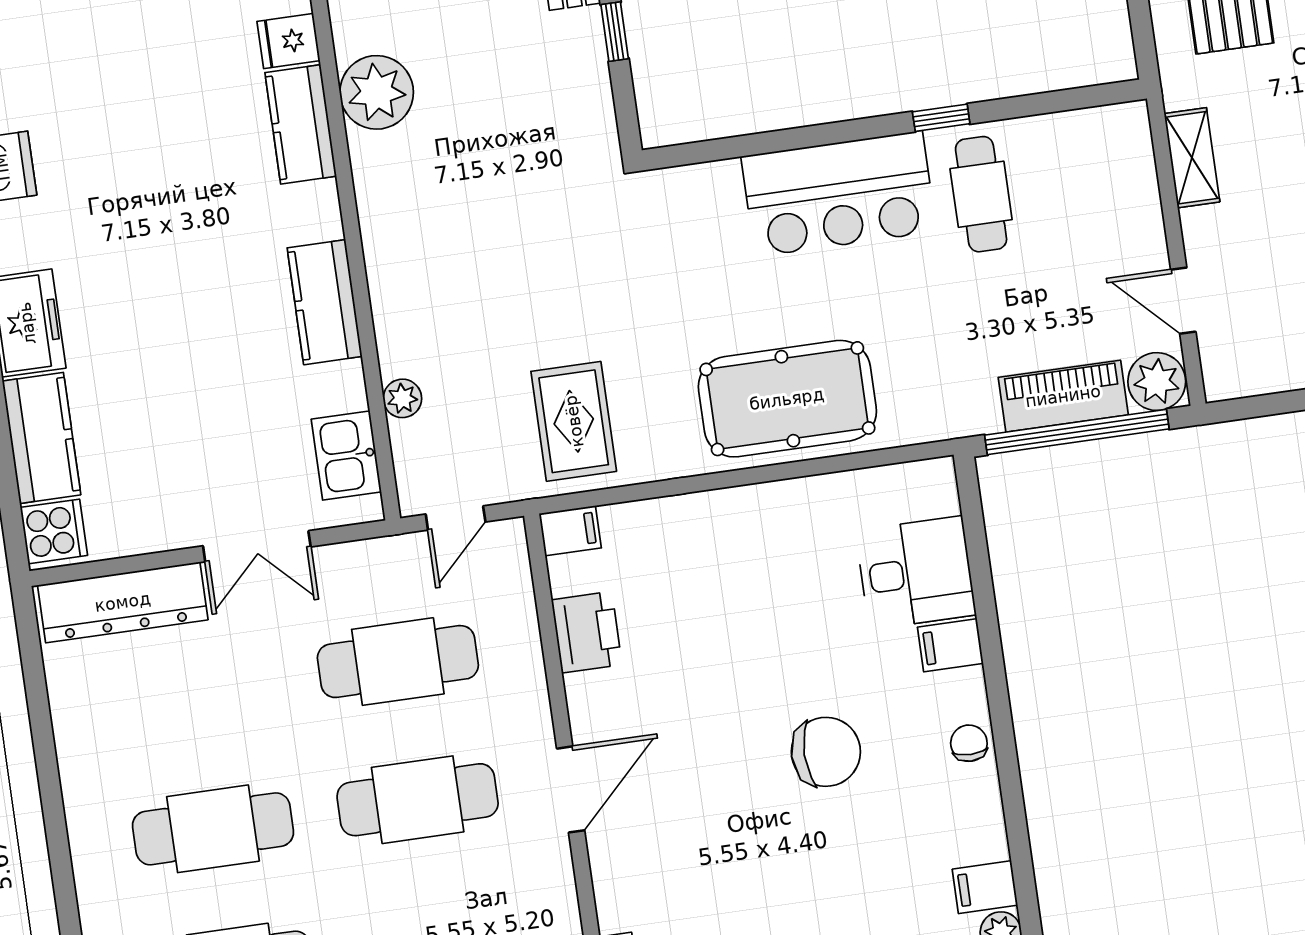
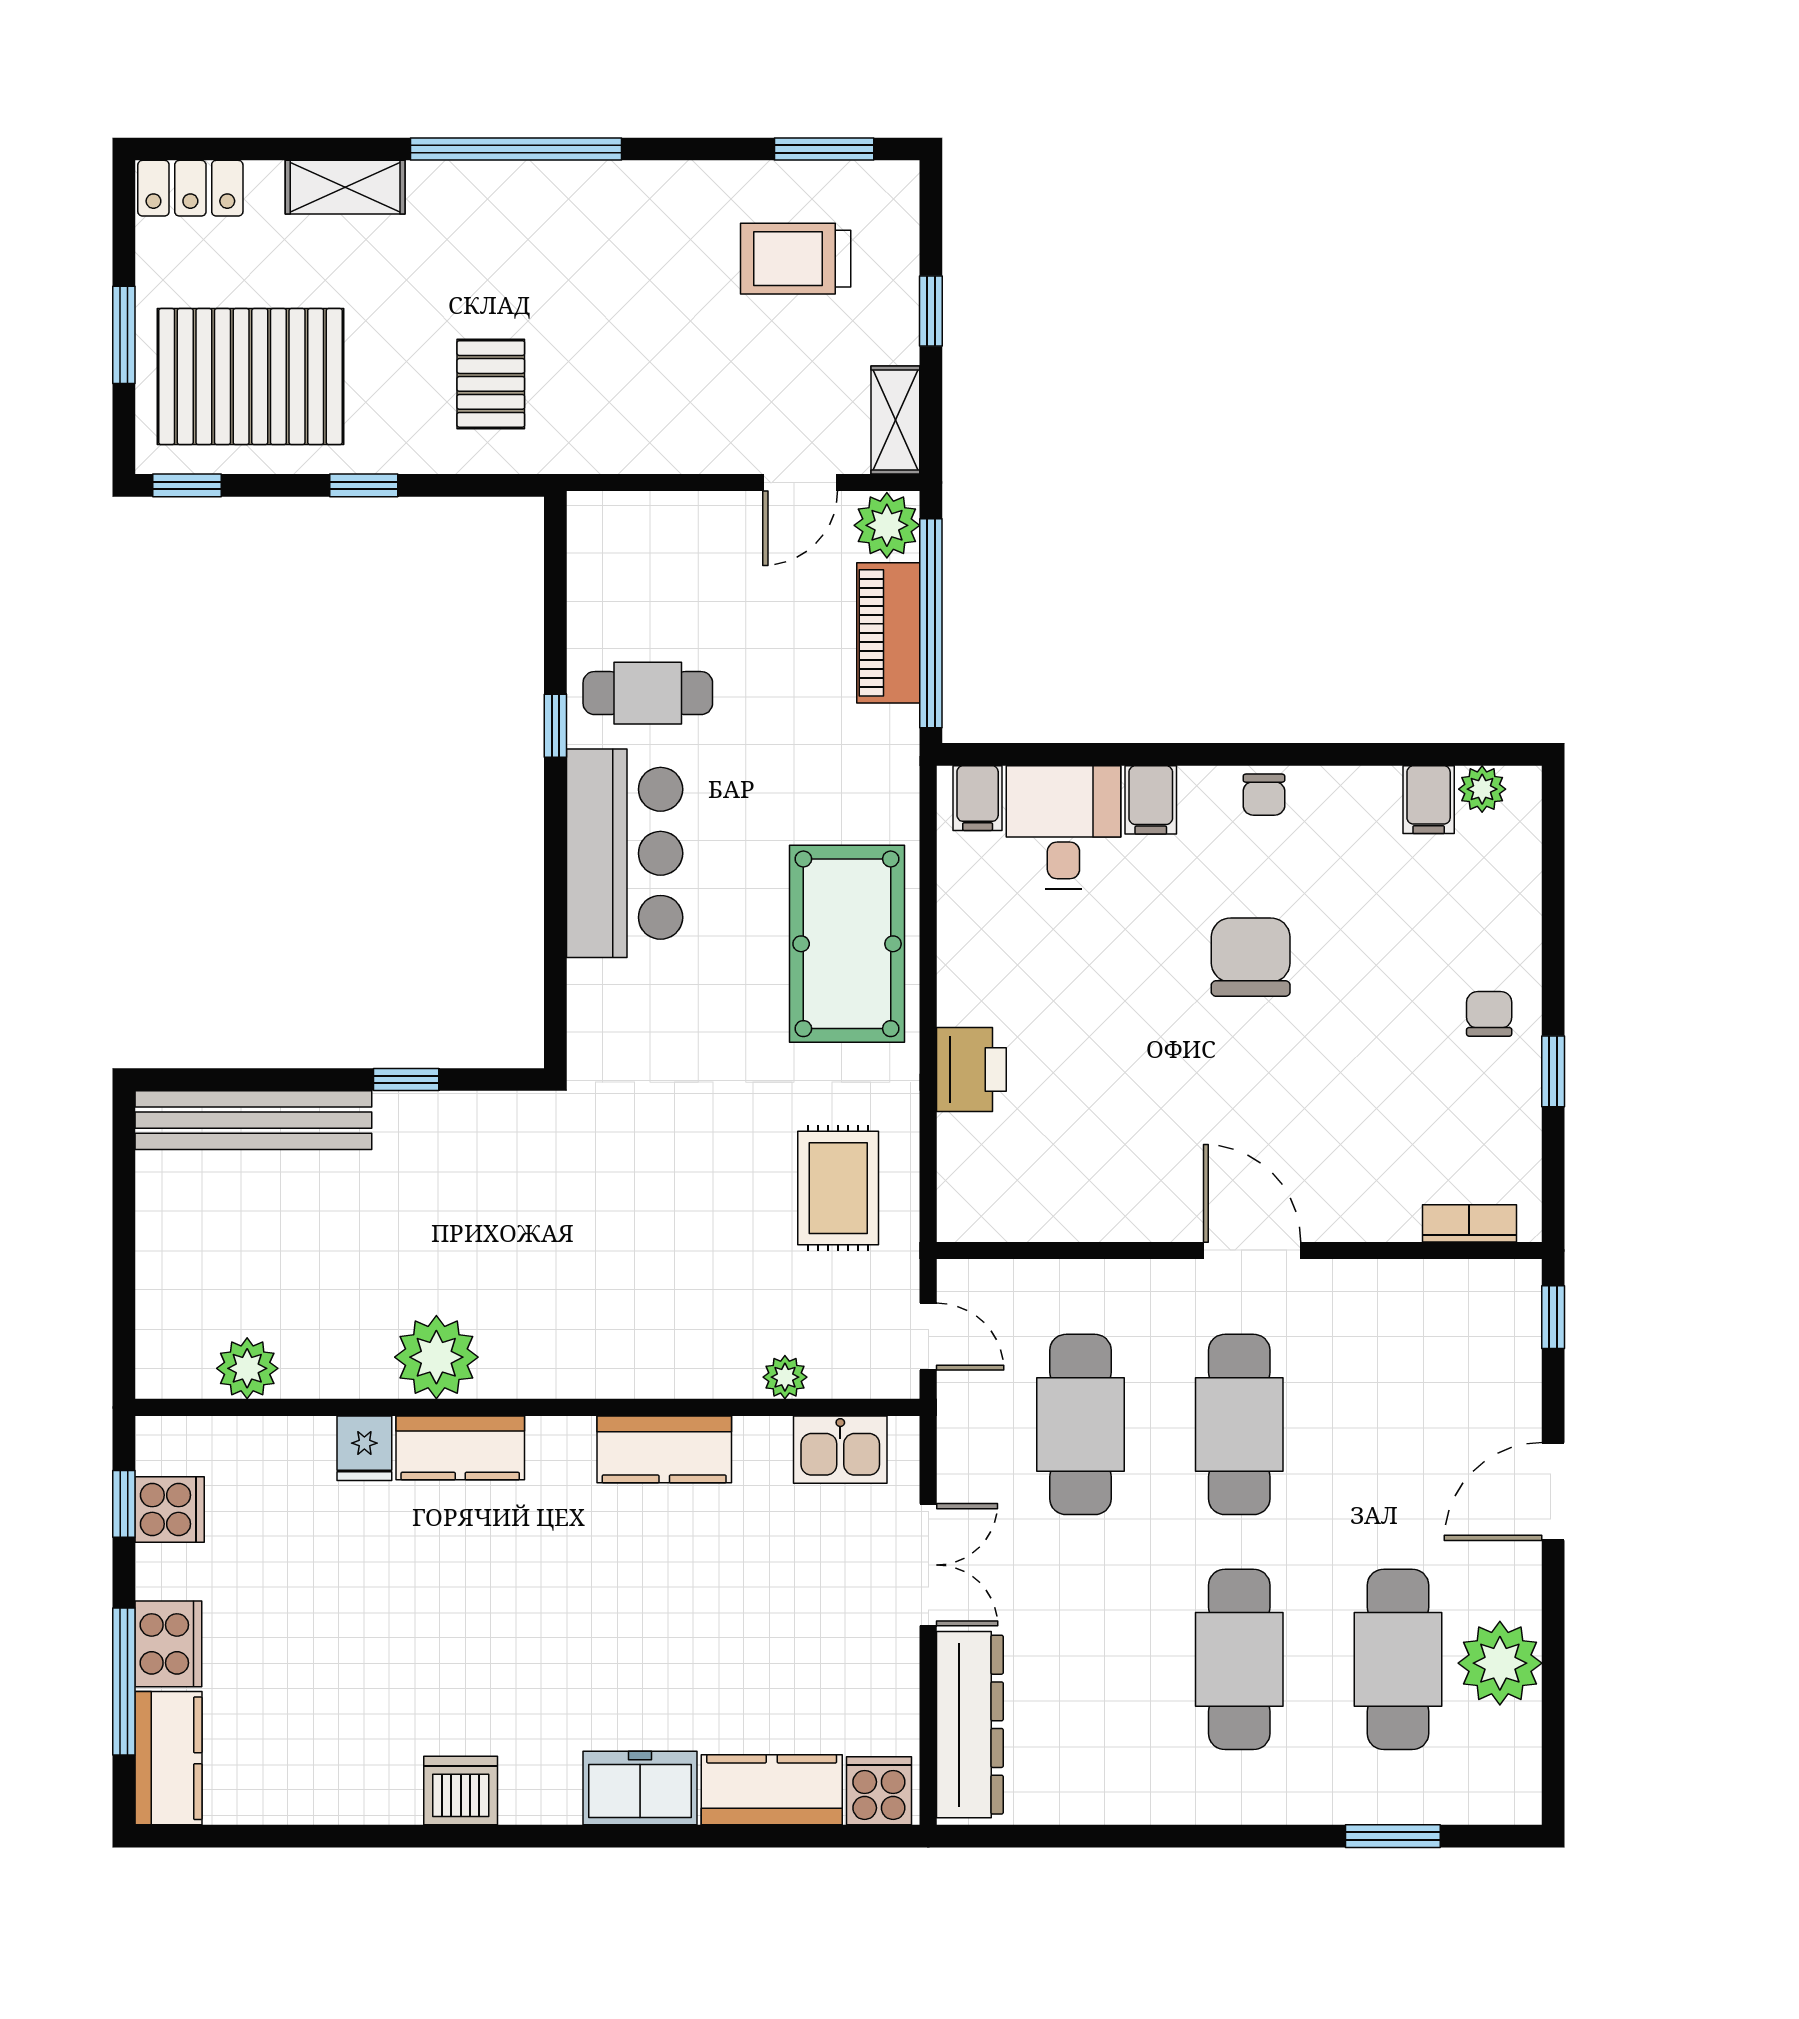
shelving: (1192, 158) -> (895, 420), moved, turned 90
rug: (574, 421) -> (838, 1188), turned 90
filing cabinet: (570, 531) -> (978, 798), moved, turned 180
printer: (587, 632) -> (971, 1069), moved, turned 90
chair: (969, 743) -> (1264, 795), turned -90

